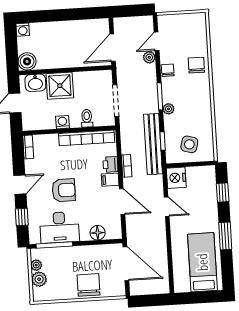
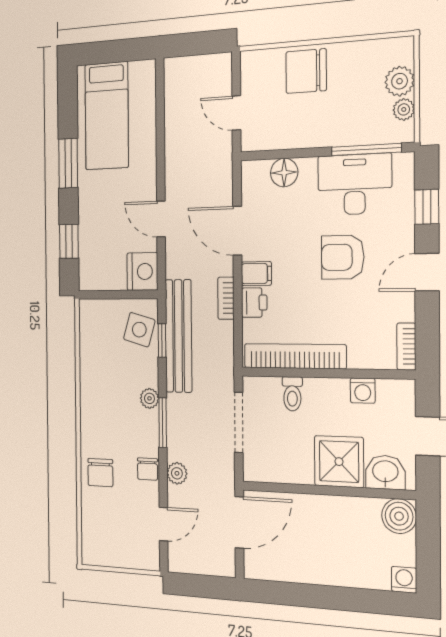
plant: (149, 57) -> (177, 473), moved
washing machine: (63, 122) -> (363, 391), moved
side table: (189, 144) -> (139, 330), moved
door: (126, 264) -> (236, 113), width x0.53
chair: (88, 285) -> (306, 71), turned 90

